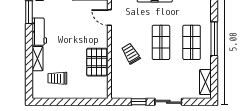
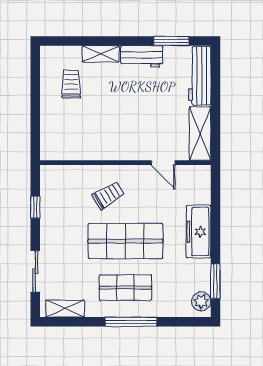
door: (109, 18) -> (163, 163), swing flipped
shop shelf: (161, 42) -> (125, 241), width x1.43, depth x1.36
pallet: (97, 62) -> (95, 144), removed
sliding door: (168, 102) -> (35, 271), moved

